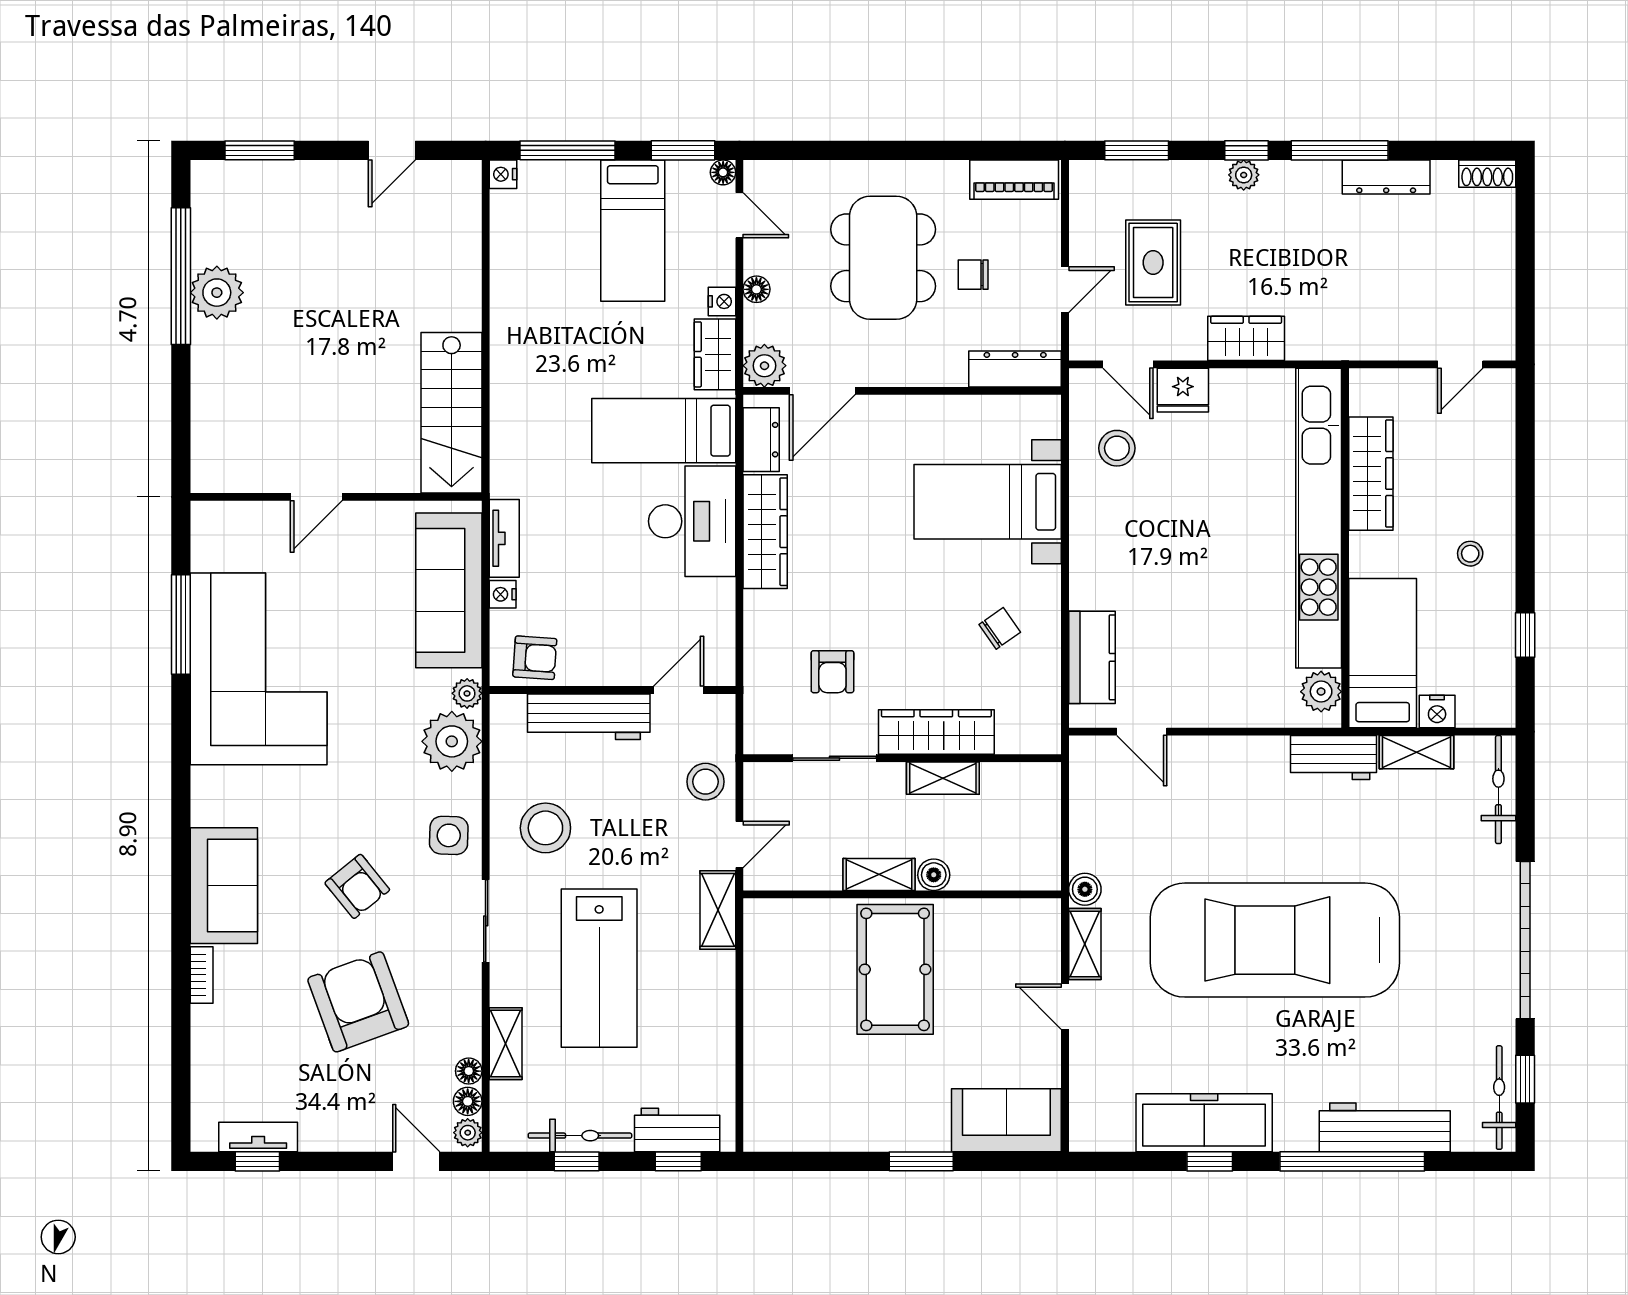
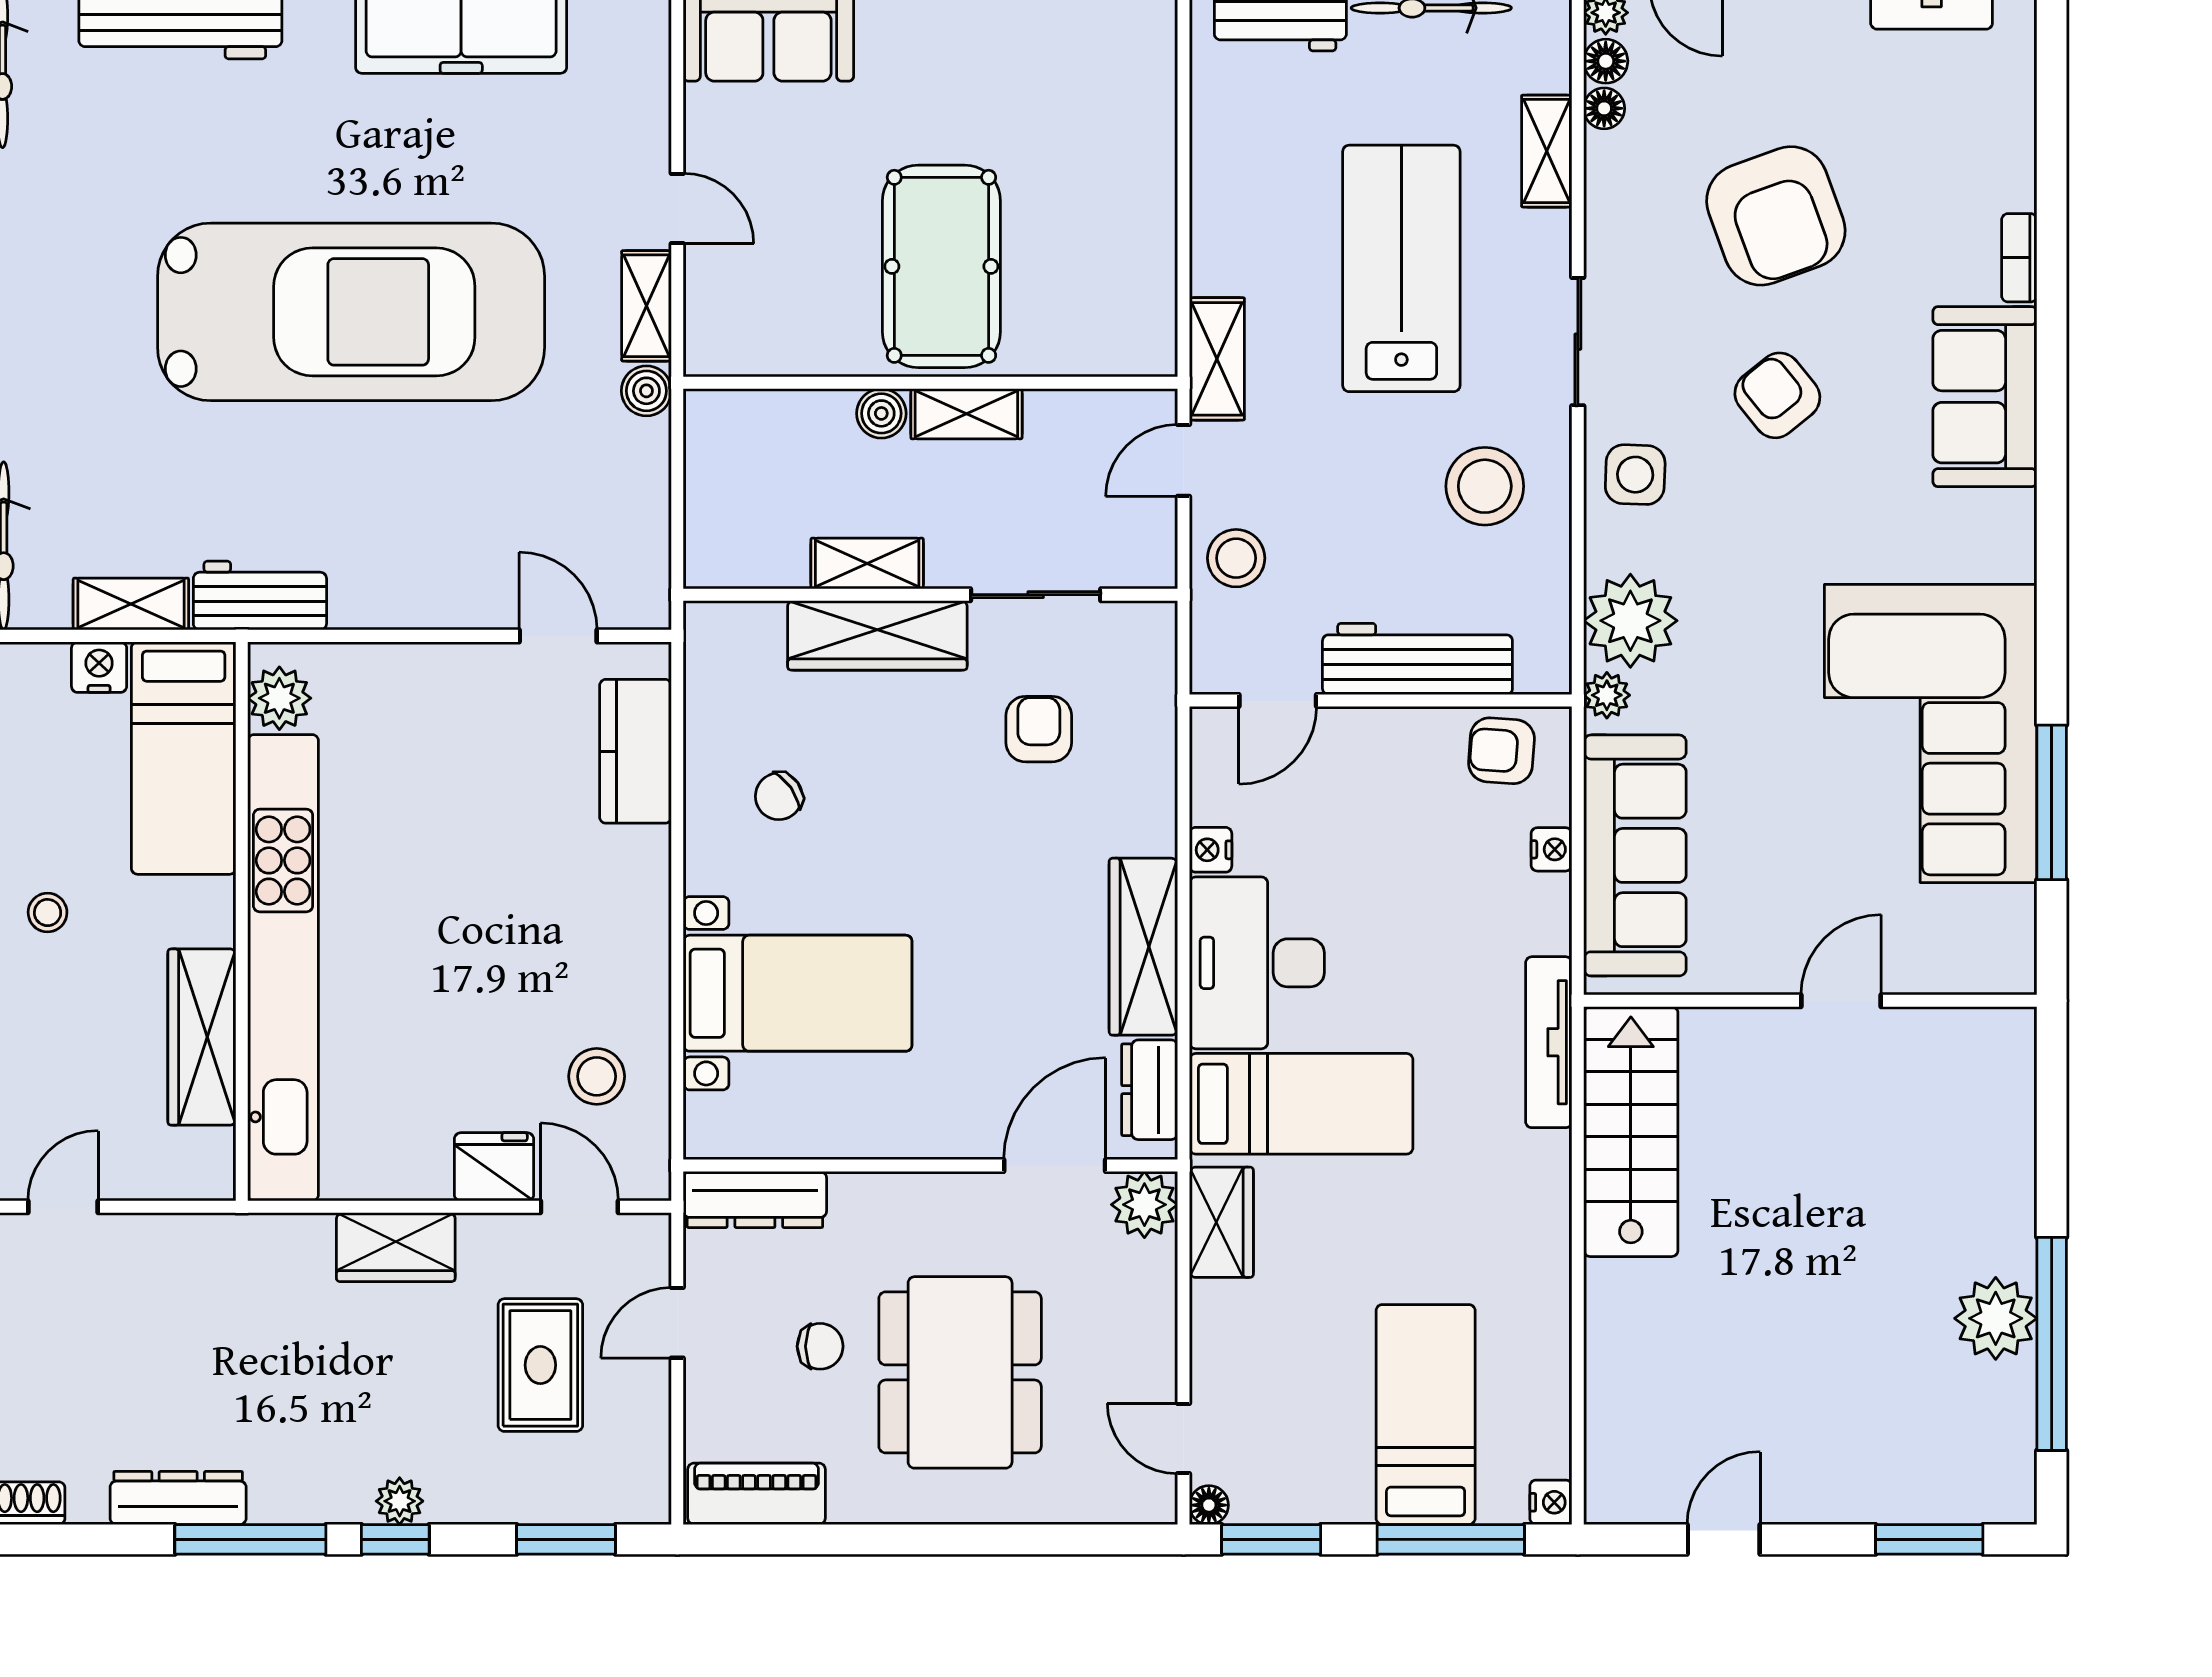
bed: (633, 231) -> (1426, 1415), moved
floor lamp: (756, 289) -> (1157, 1323), removed
nightstand: (722, 301) -> (1211, 850), moved
tv unit: (504, 538) -> (1549, 1042), moved, width x1.41

